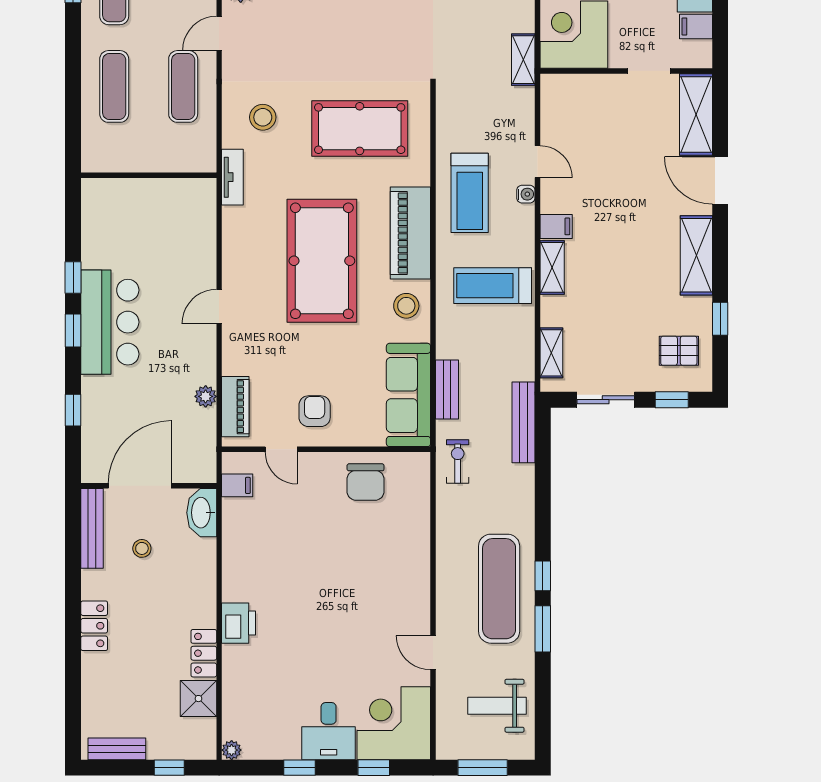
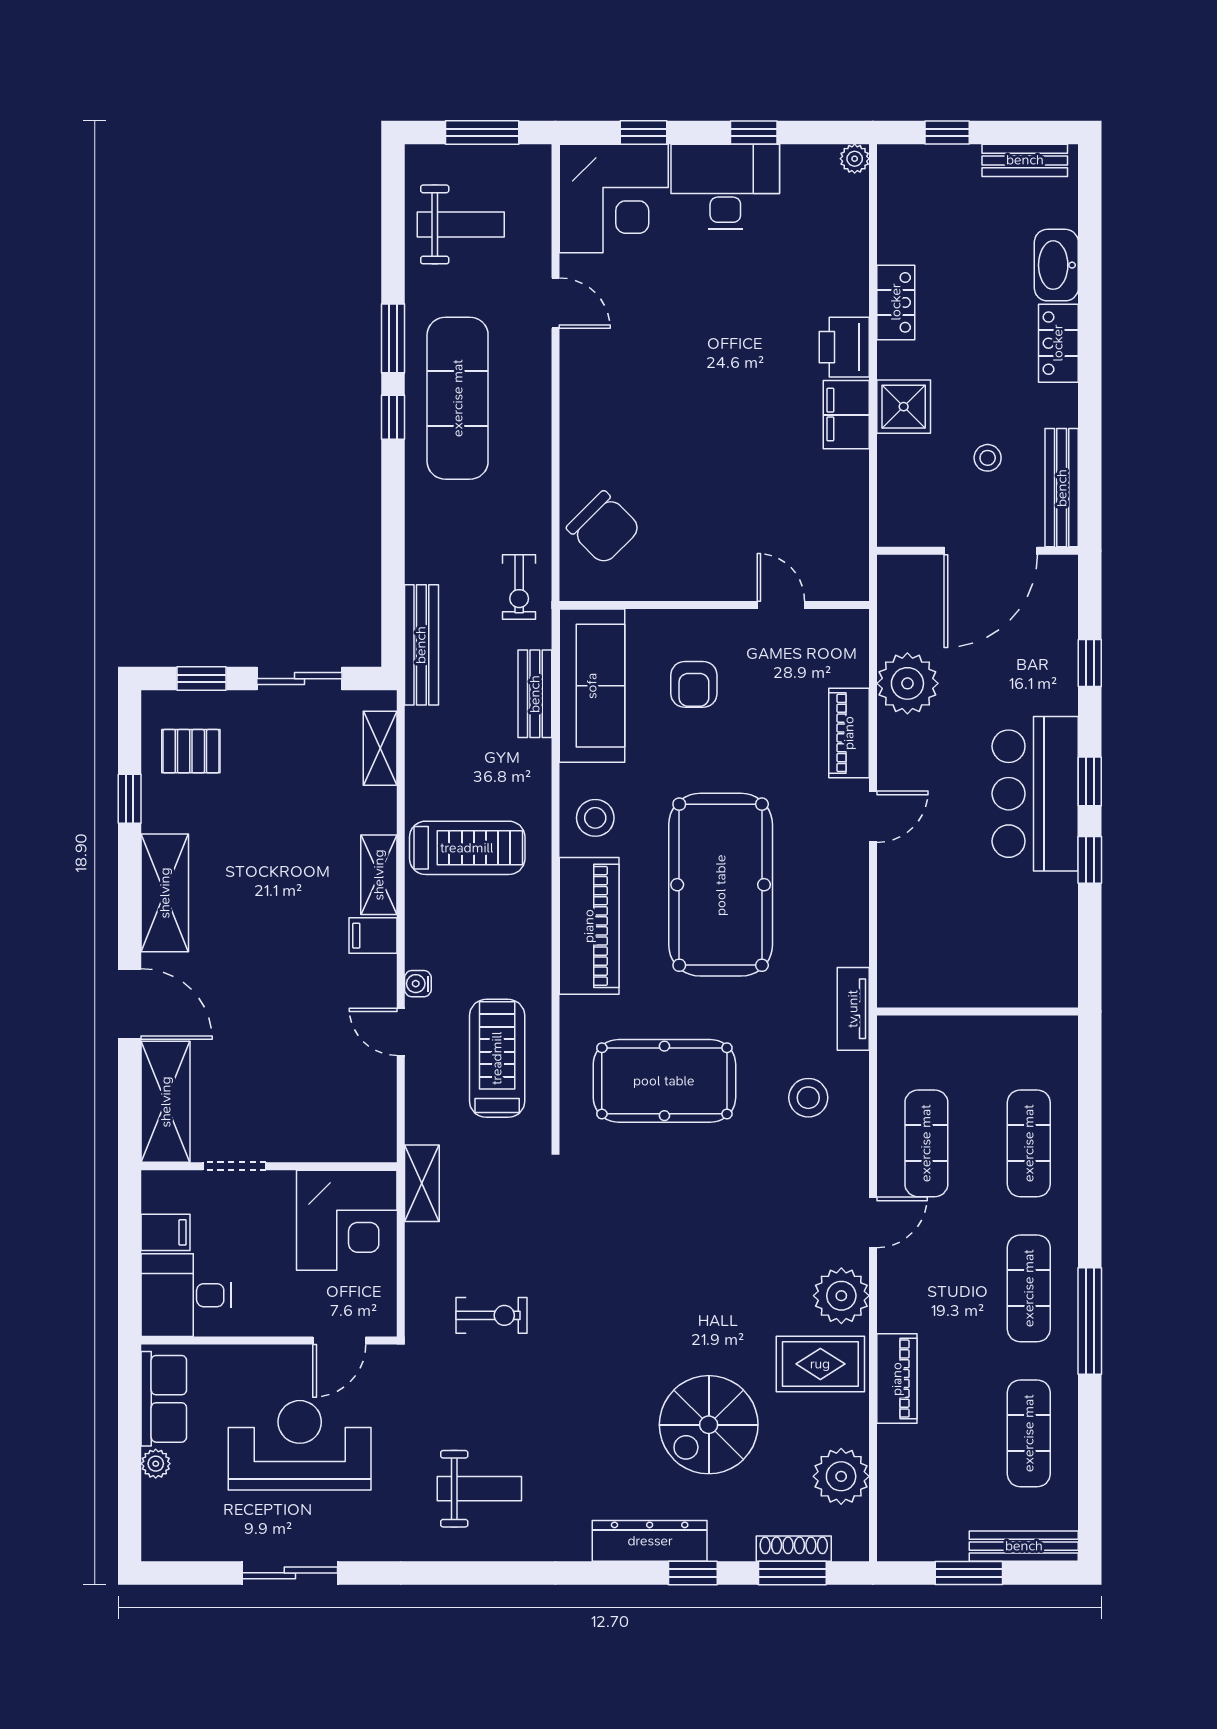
treadmill: (470, 193) -> (497, 1058), moved
plant: (206, 396) -> (907, 683), width x1.88, depth x1.88
piano: (235, 407) -> (849, 733), moved
armchair: (315, 411) -> (694, 684), moved
chair: (366, 482) -> (604, 528), moved, turned 135
filing cabinet: (237, 485) -> (846, 415), moved, width x2.00
washbasin: (202, 513) -> (1056, 265), moved, turned 180
shower: (198, 699) -> (904, 407), moved
desk: (329, 731) -> (725, 187), width x1.37

